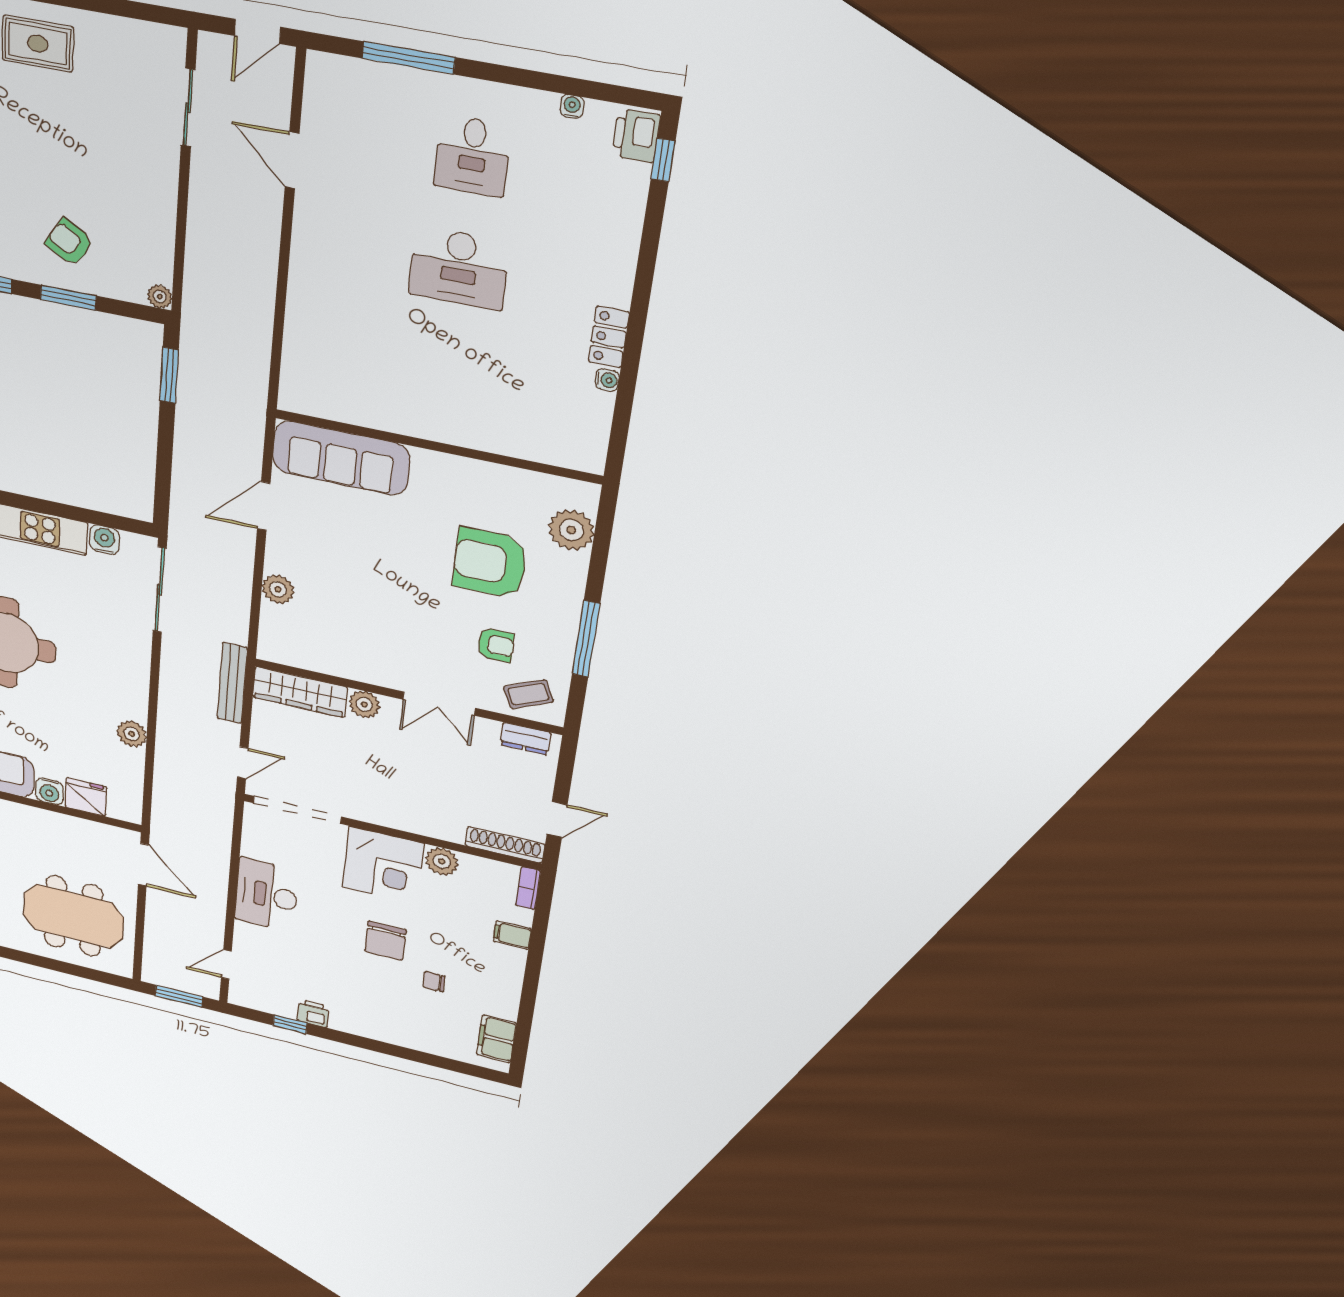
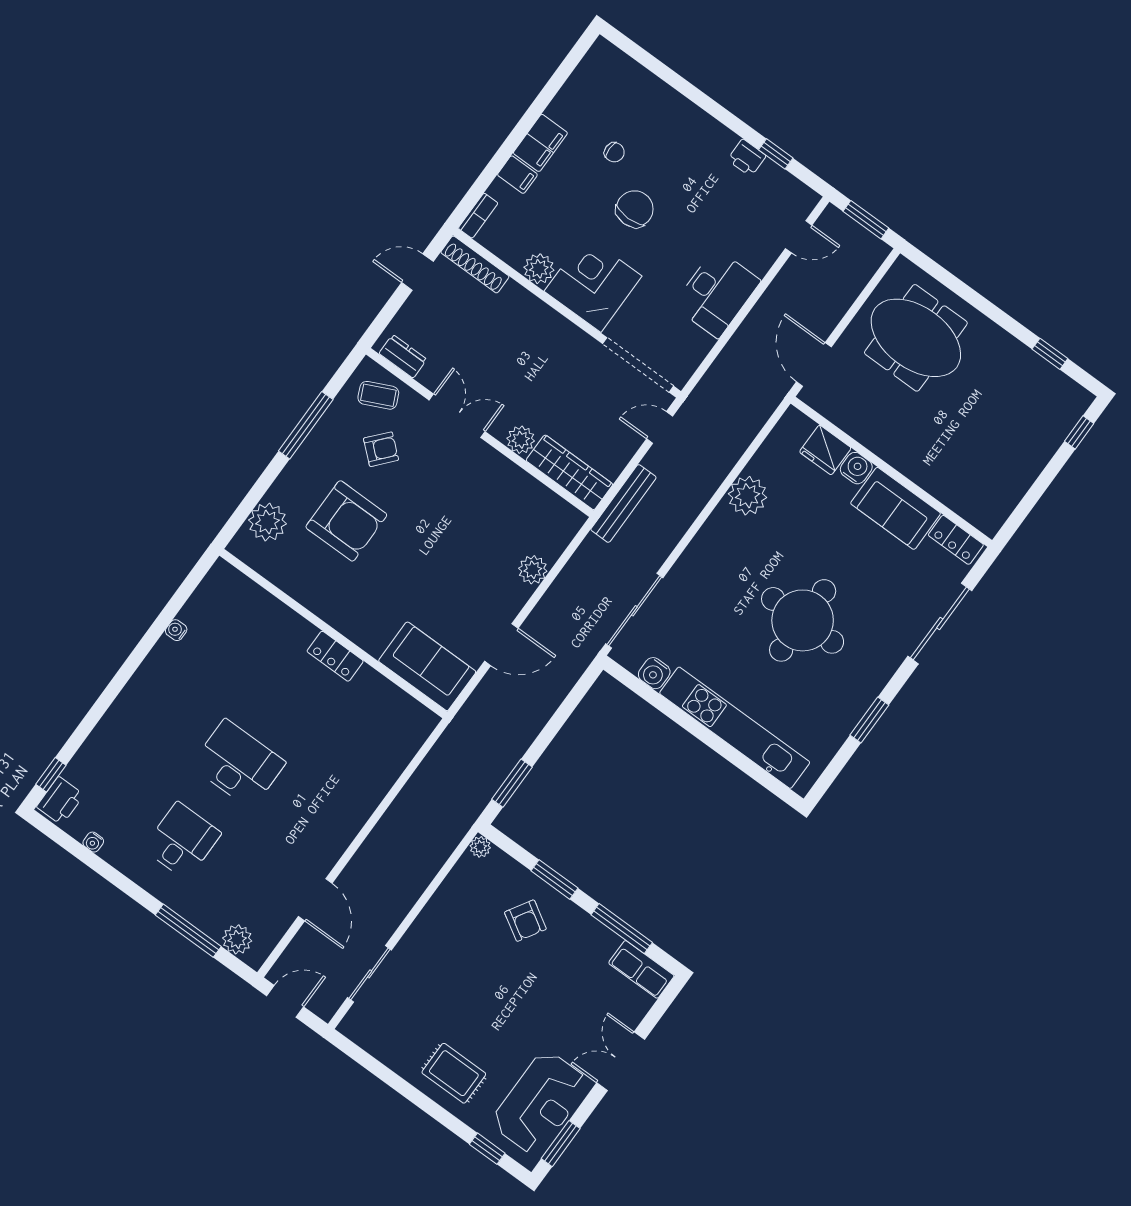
plant: (349, 75) -> (237, 939), added
locker: (609, 337) -> (335, 656), moved, turned 90
sofa: (341, 458) -> (427, 666), width x0.73
armchair: (496, 645) -> (381, 449), turned 131
plant: (132, 734) -> (747, 496), width x1.36, depth x1.36
filing cabinet: (496, 1039) -> (540, 143), moved

